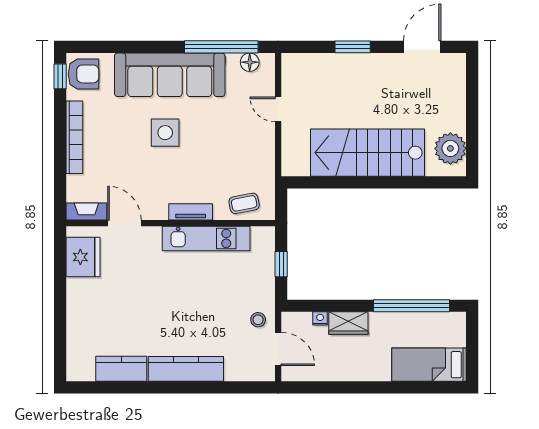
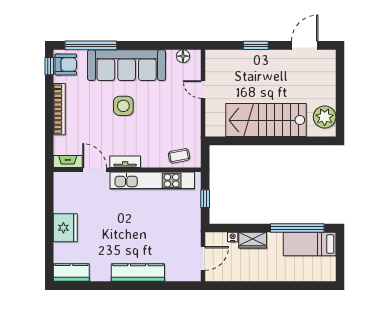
window: (221, 47) -> (91, 45), moved
tv unit: (191, 212) -> (125, 162), moved
kitchen unit: (206, 238) -> (152, 181), width x1.36
fridge: (83, 257) -> (65, 228), moved
stool: (258, 320) -> (189, 238), removed
door: (278, 349) -> (203, 258), hinge flipped
bed: (429, 365) -> (310, 244), moved
kitchen counter: (121, 369) -> (71, 272), moved

